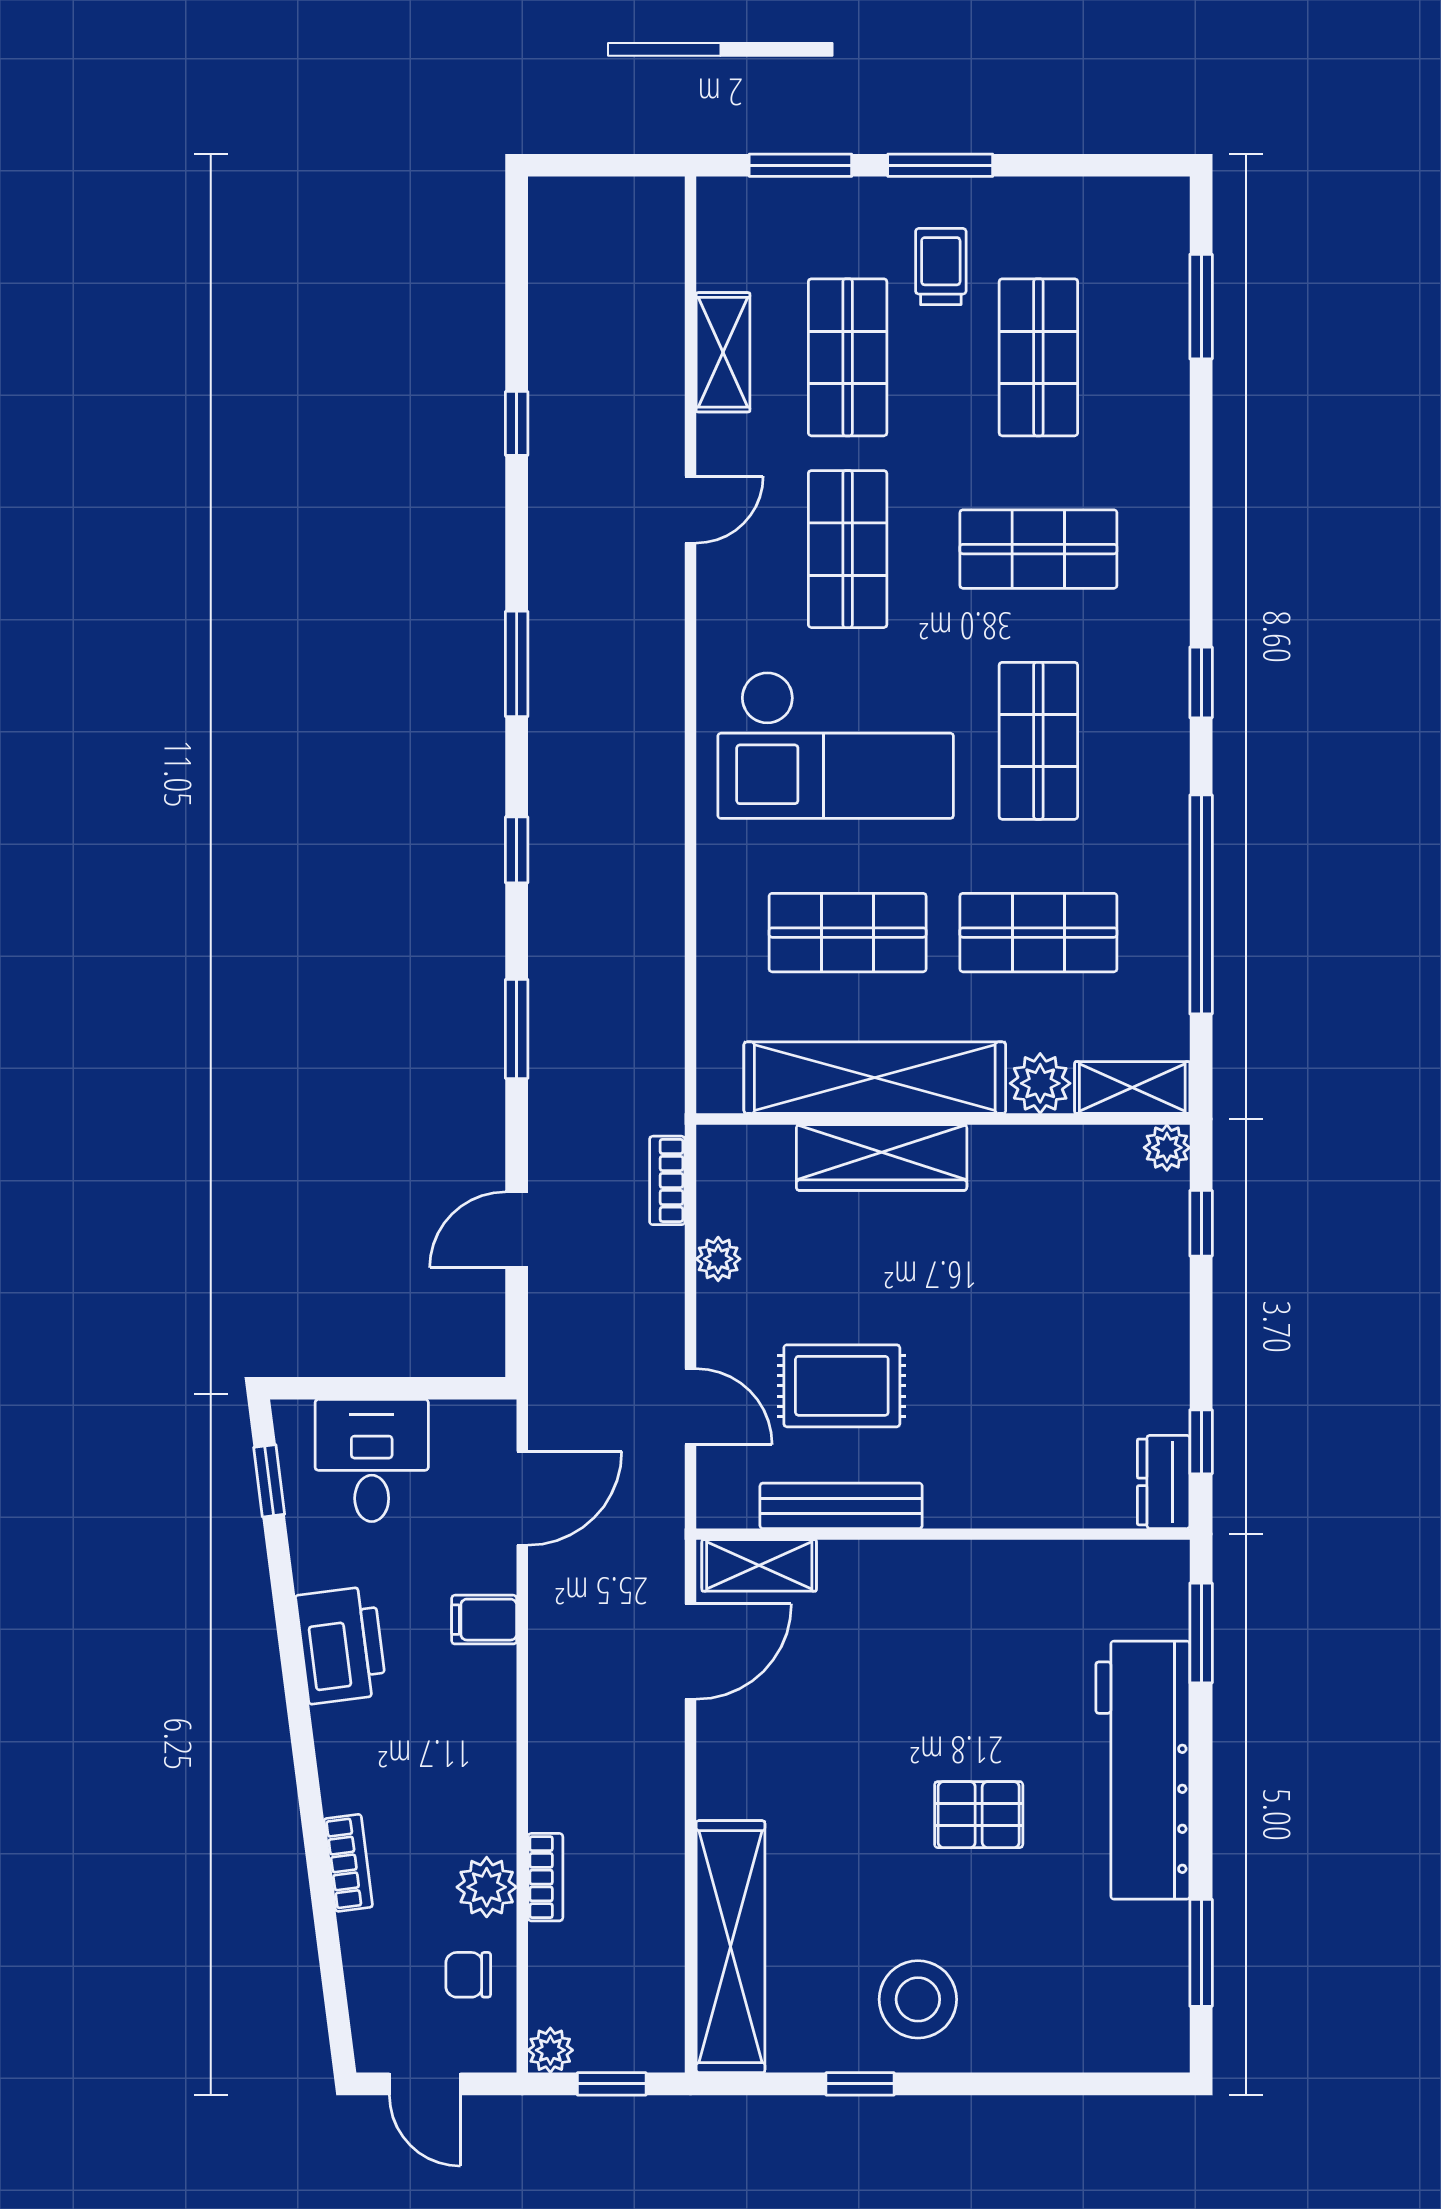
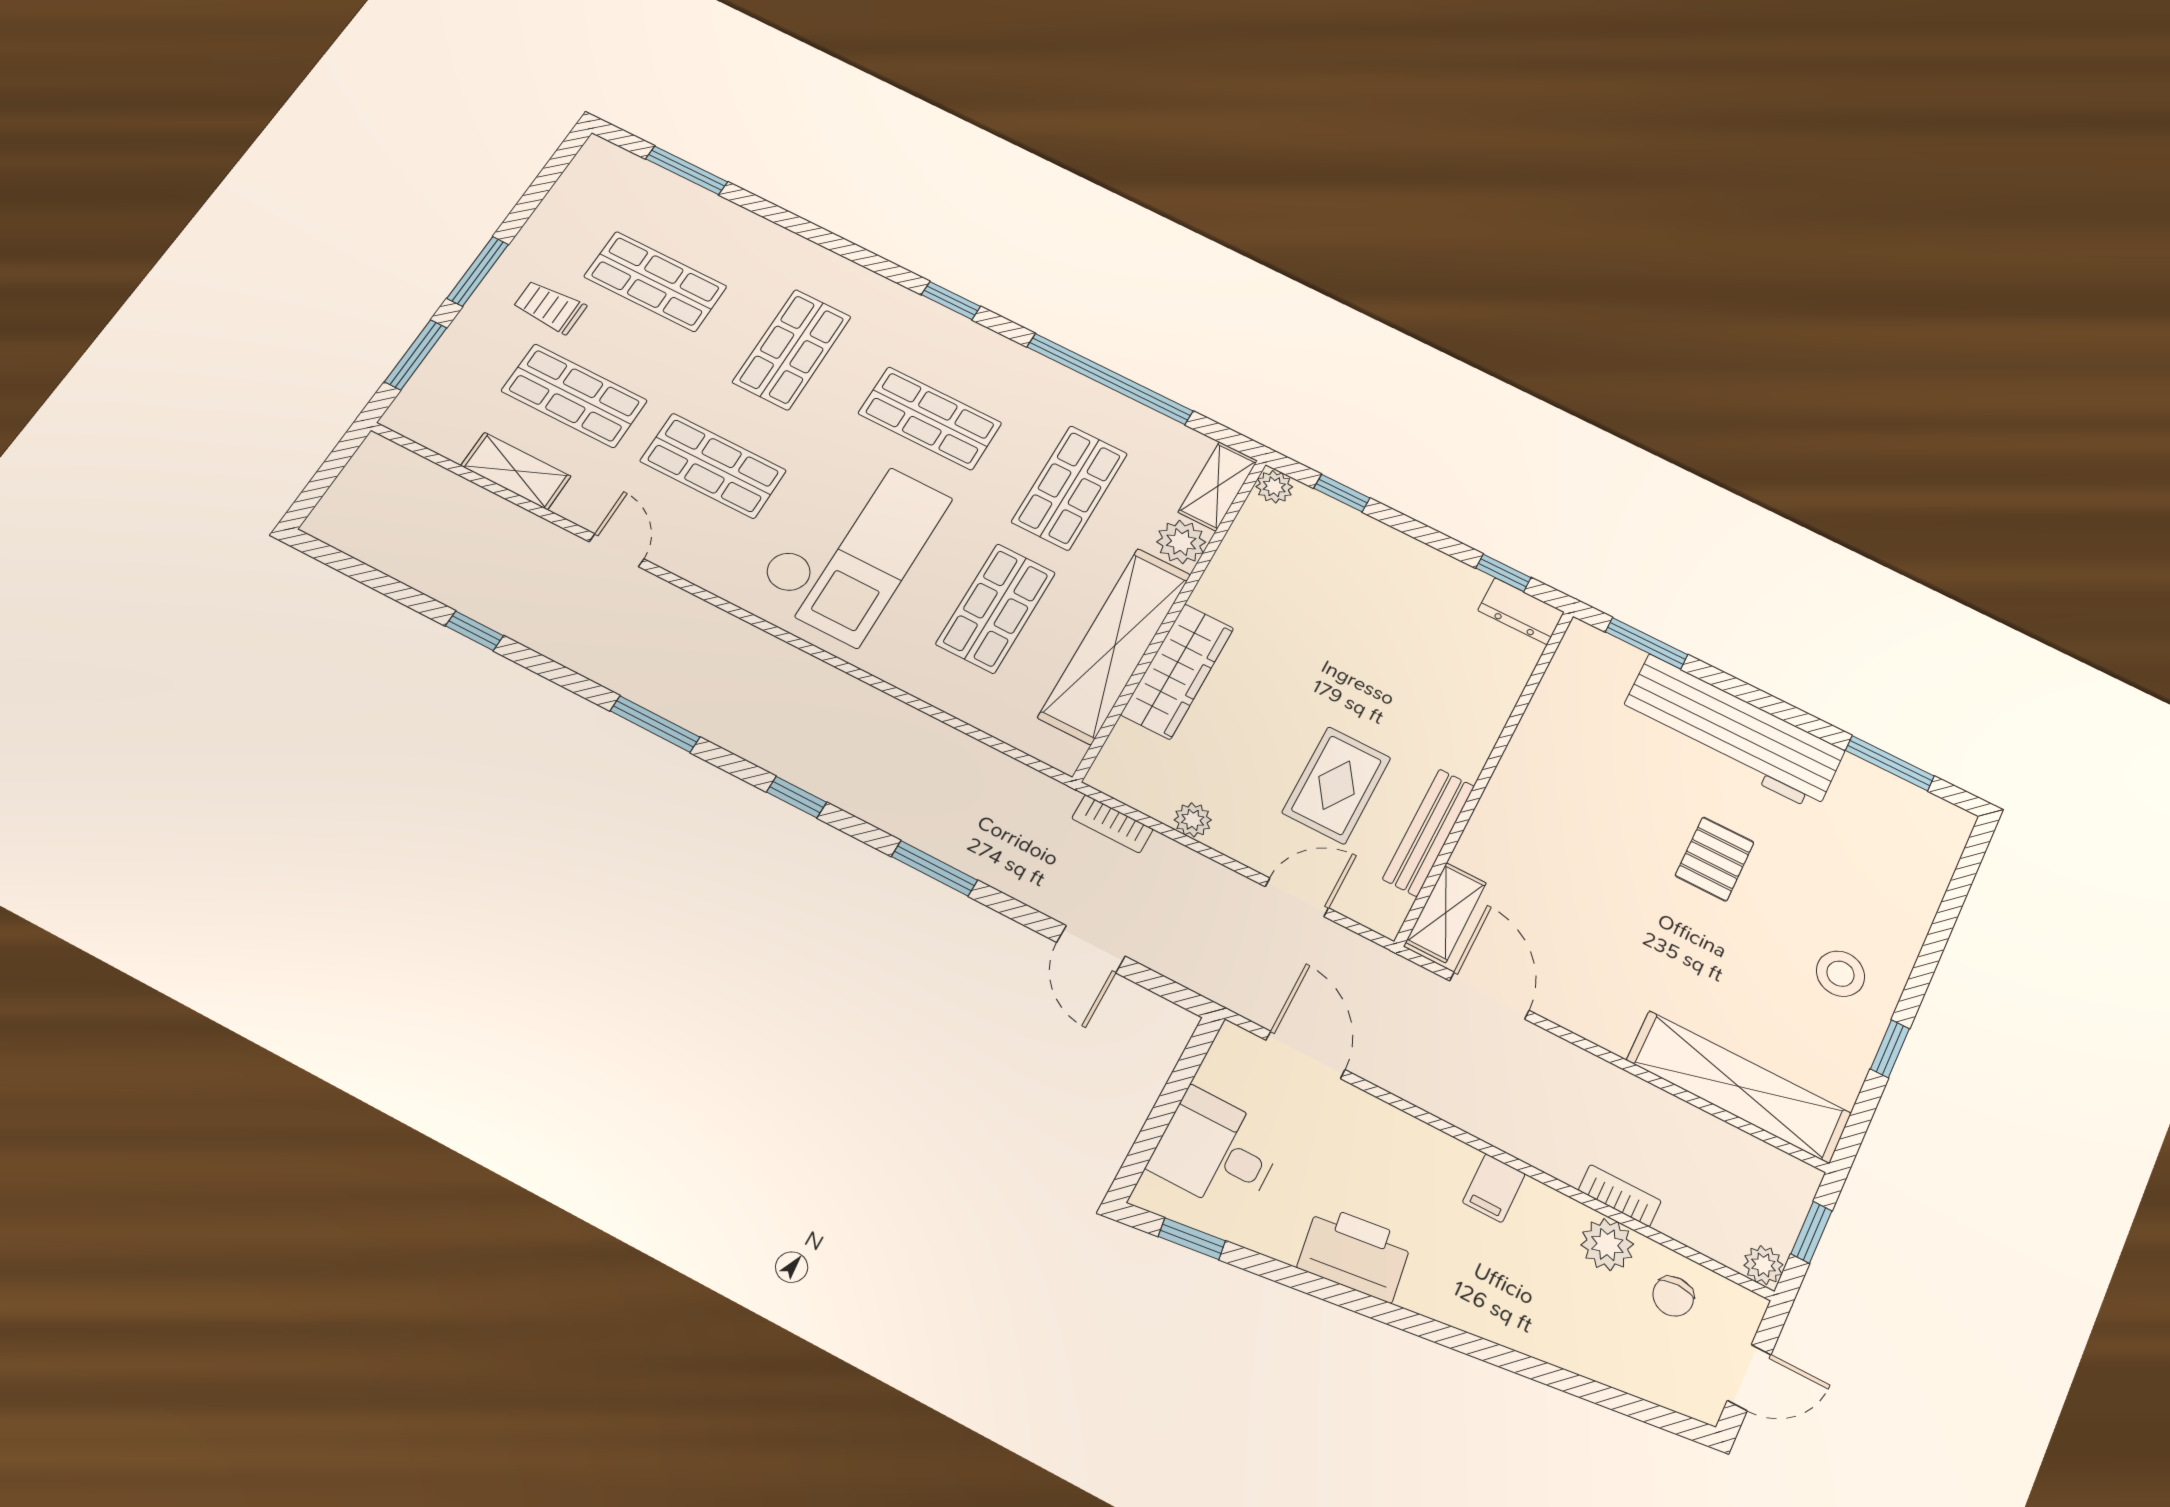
filing cabinet: (484, 1620) -> (1494, 1188), moved
bookcase: (348, 1863) -> (1538, 1342), removed
stool: (918, 1999) -> (1840, 974), width x0.73, depth x0.73

